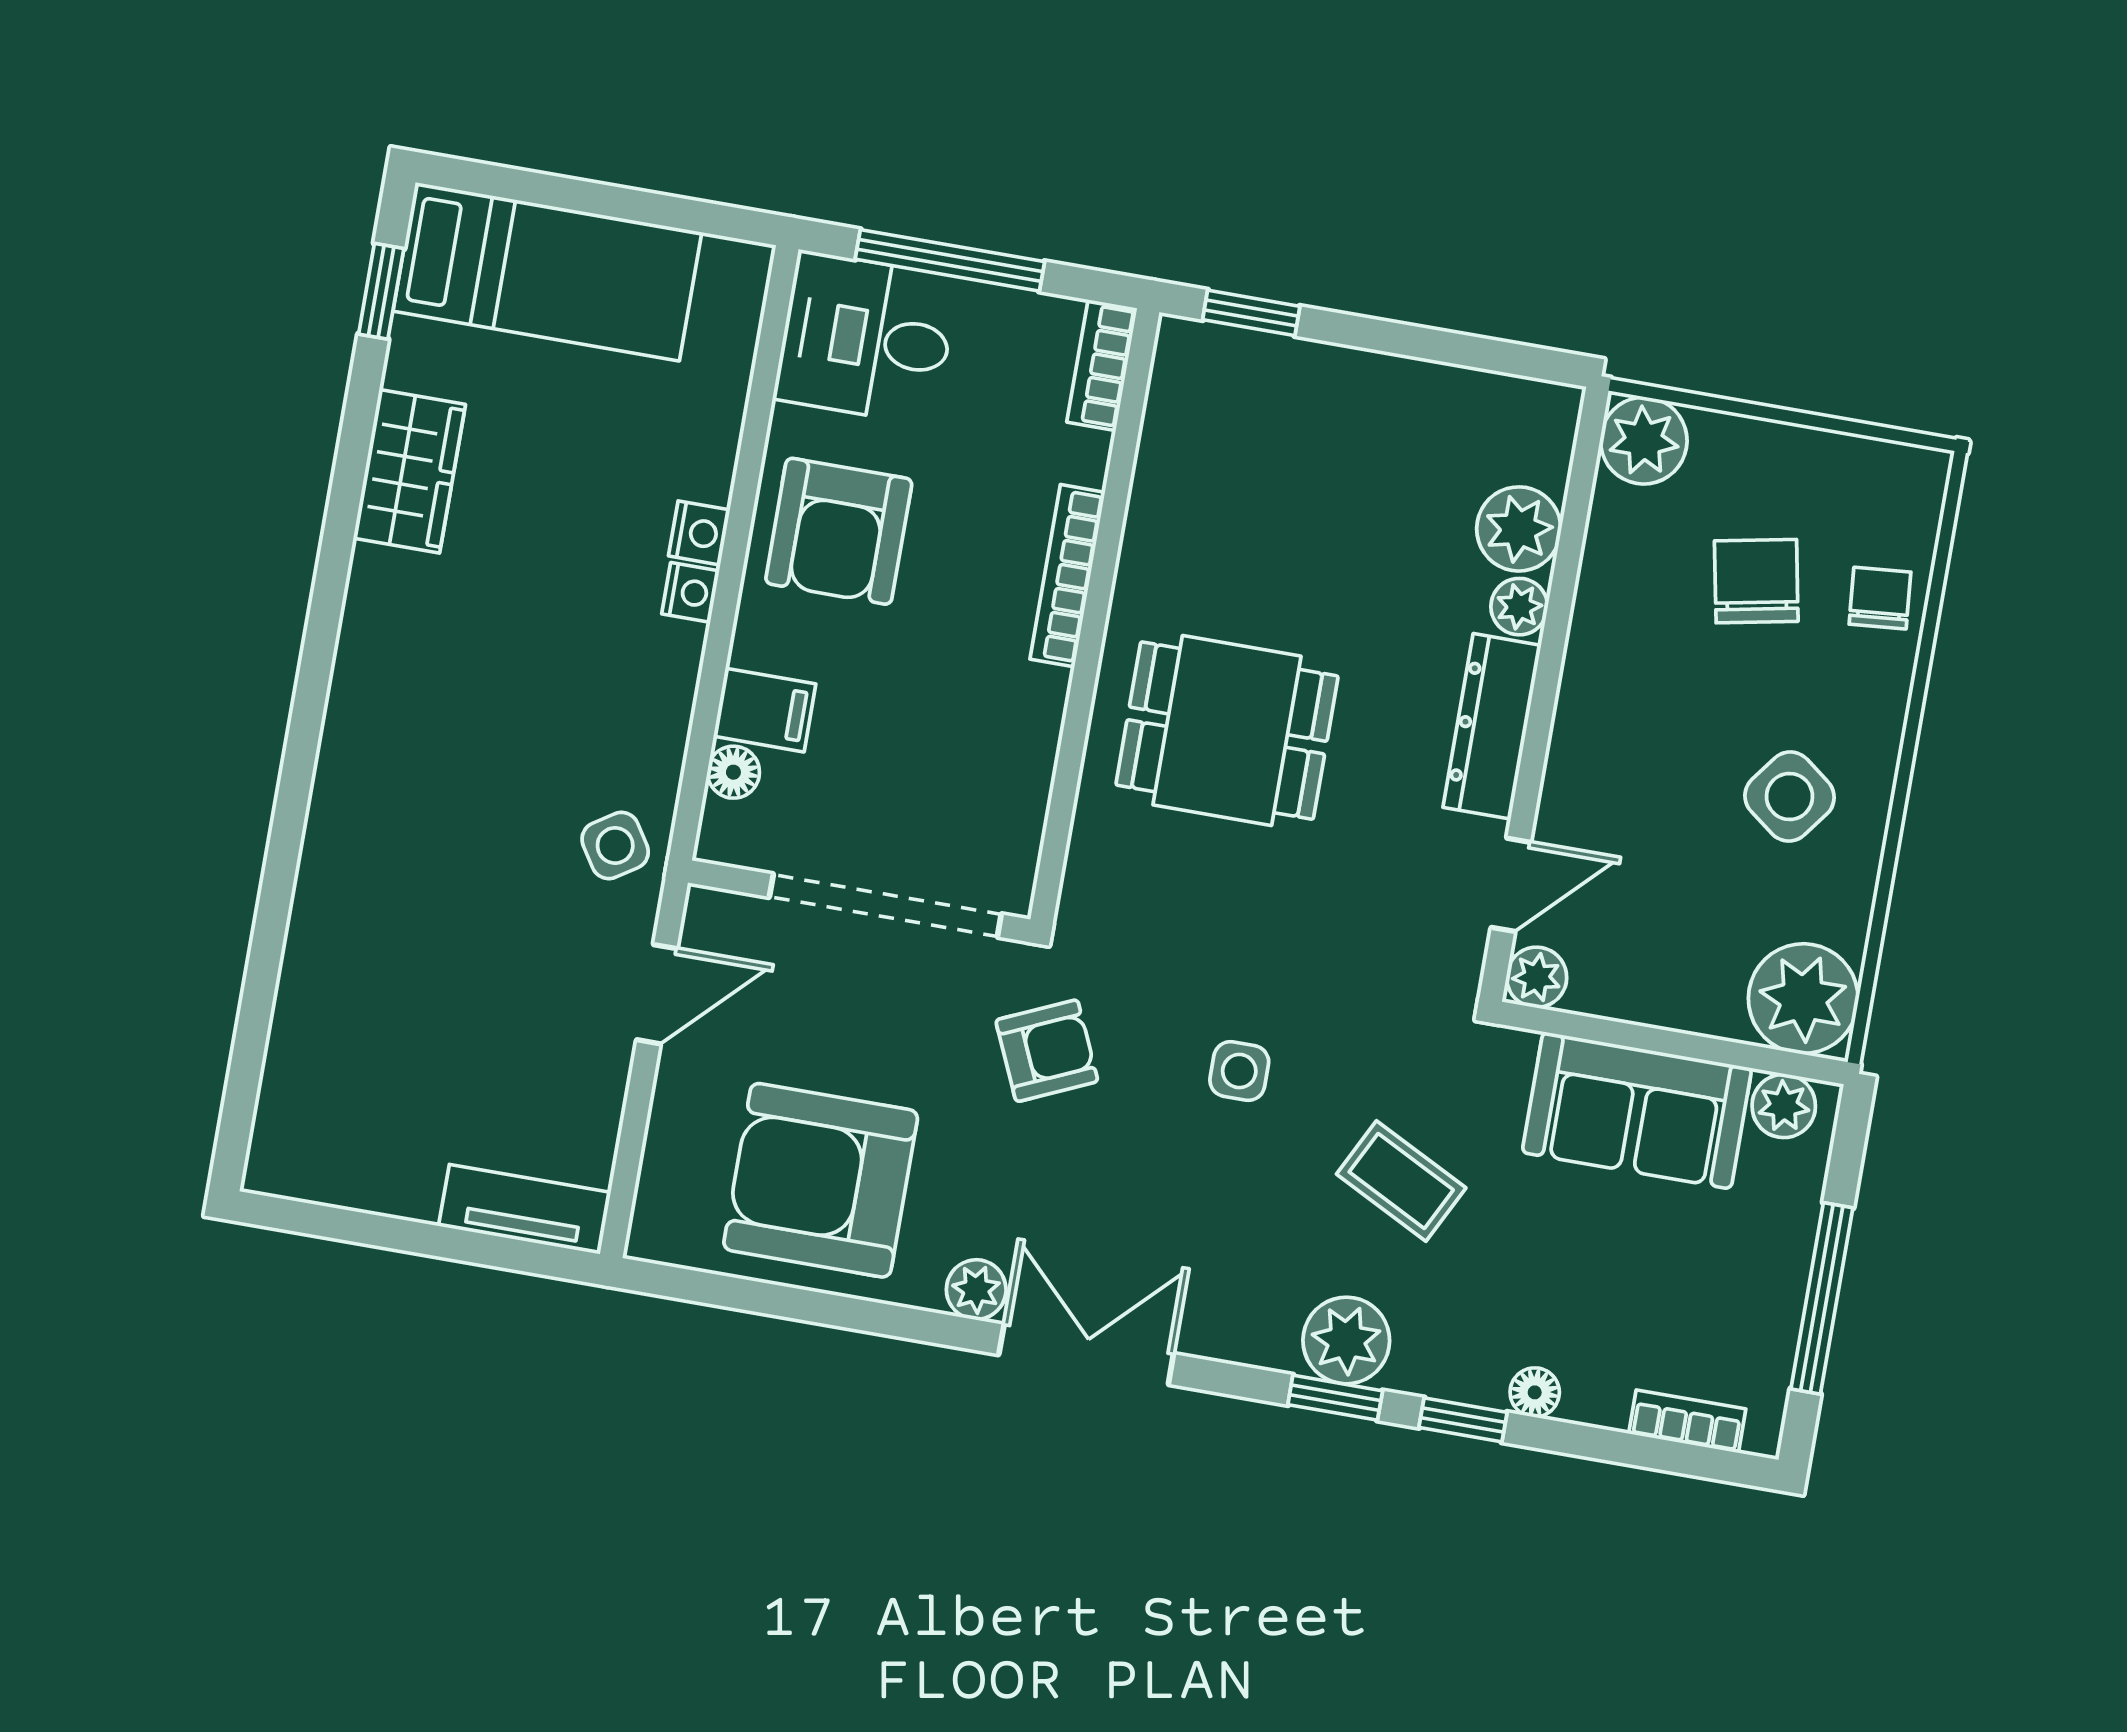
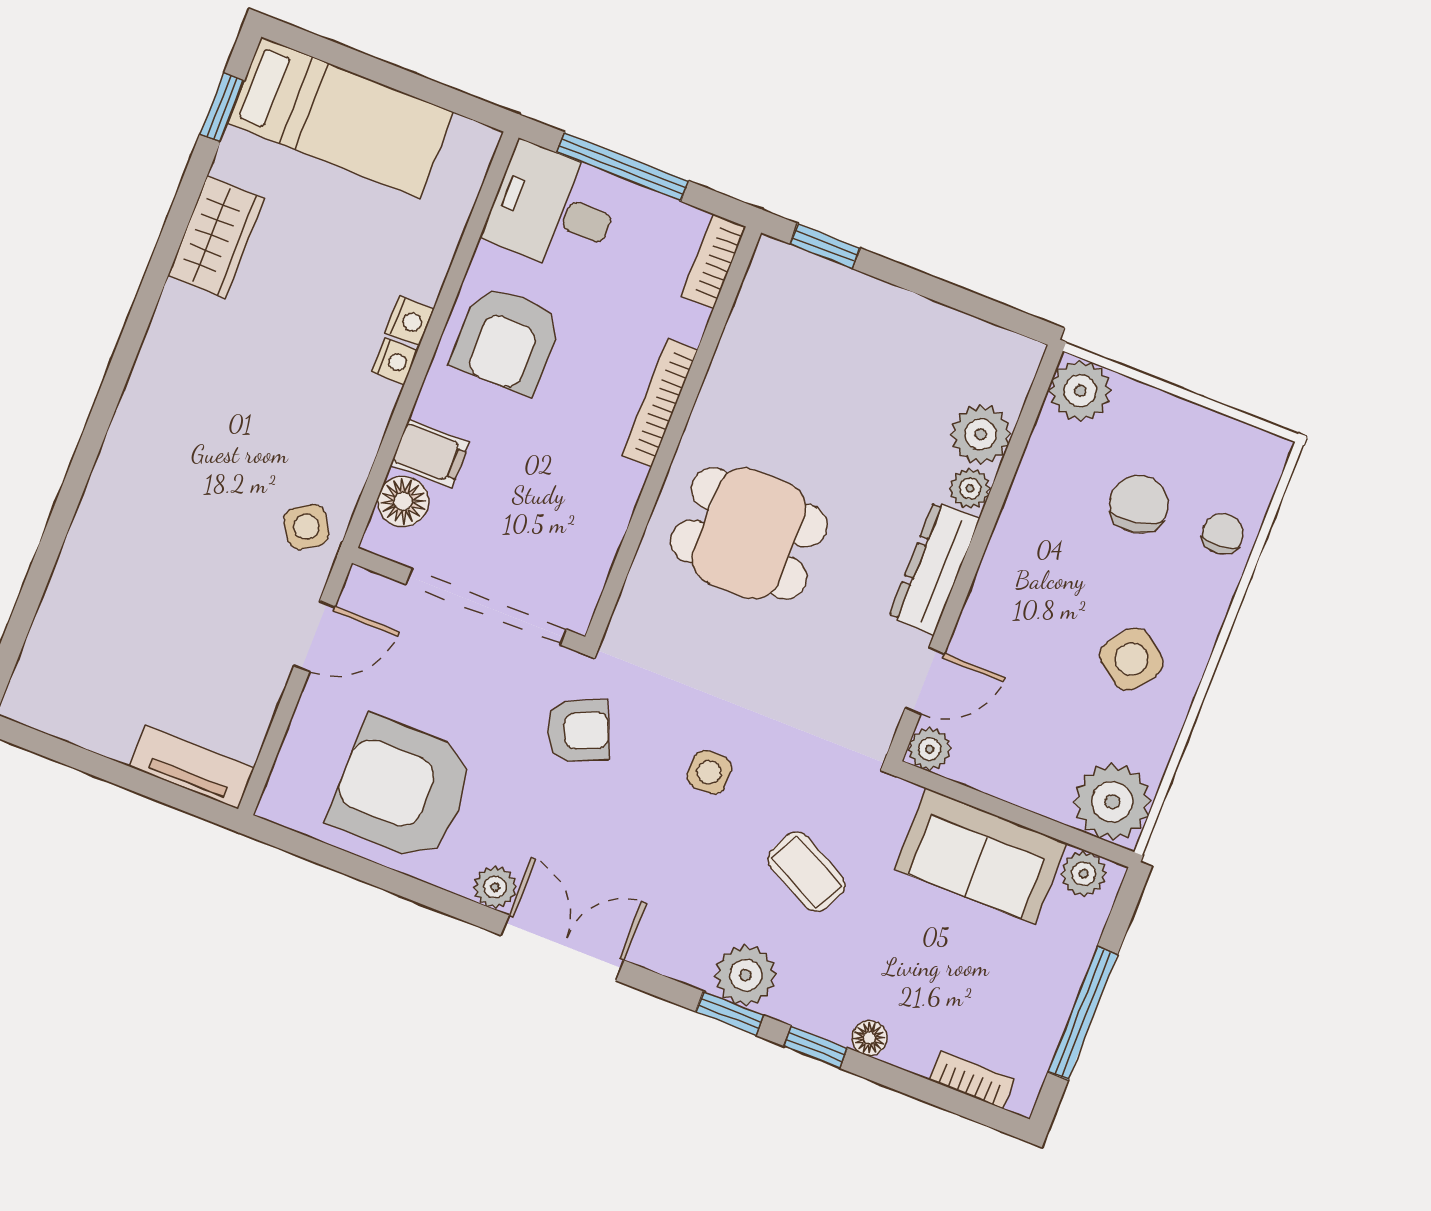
floor lamp: (733, 772) -> (403, 501), width x1.37, depth x1.37

